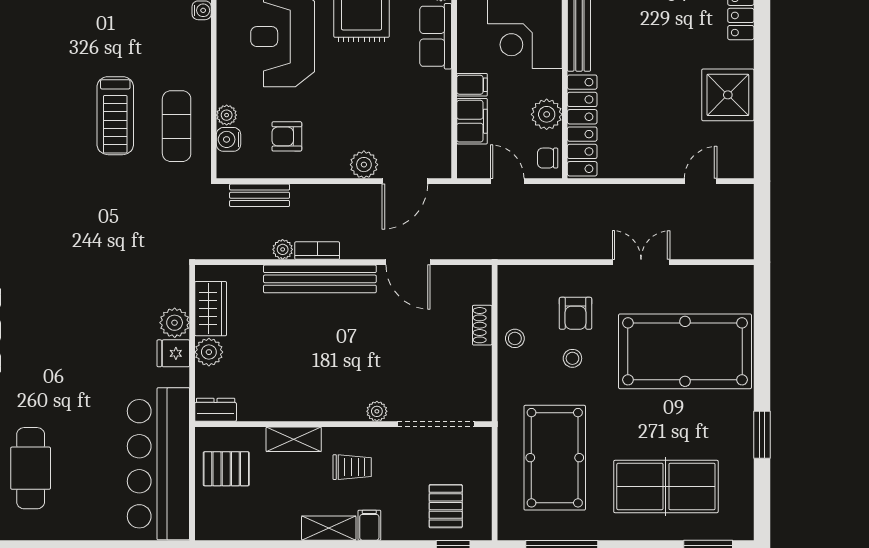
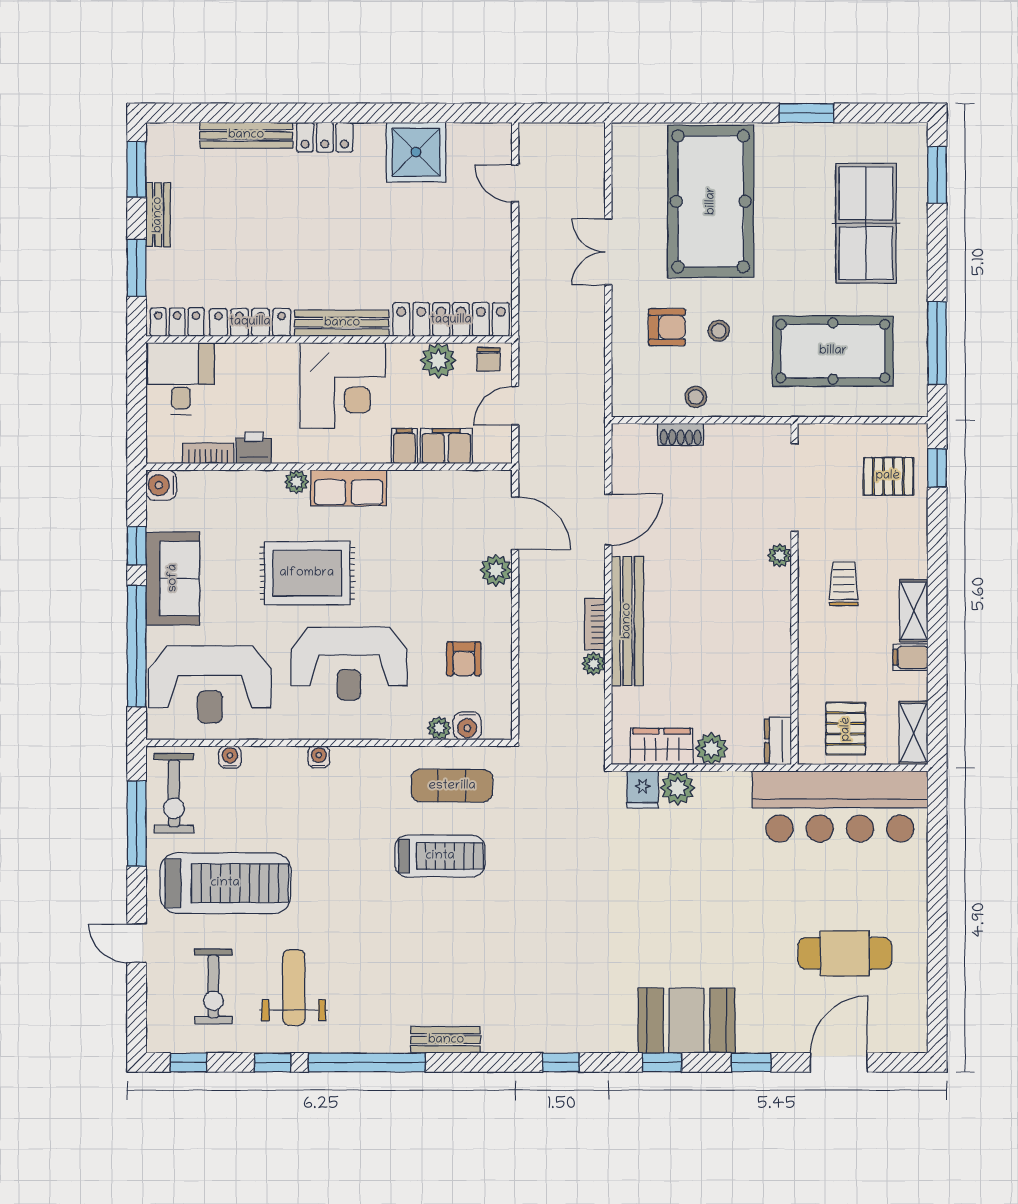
bench: (260, 195) -> (531, 690), removed
fridge: (173, 353) -> (643, 789), moved
shelving: (294, 439) -> (914, 733), moved
filing cabinet: (369, 525) -> (910, 657), moved

